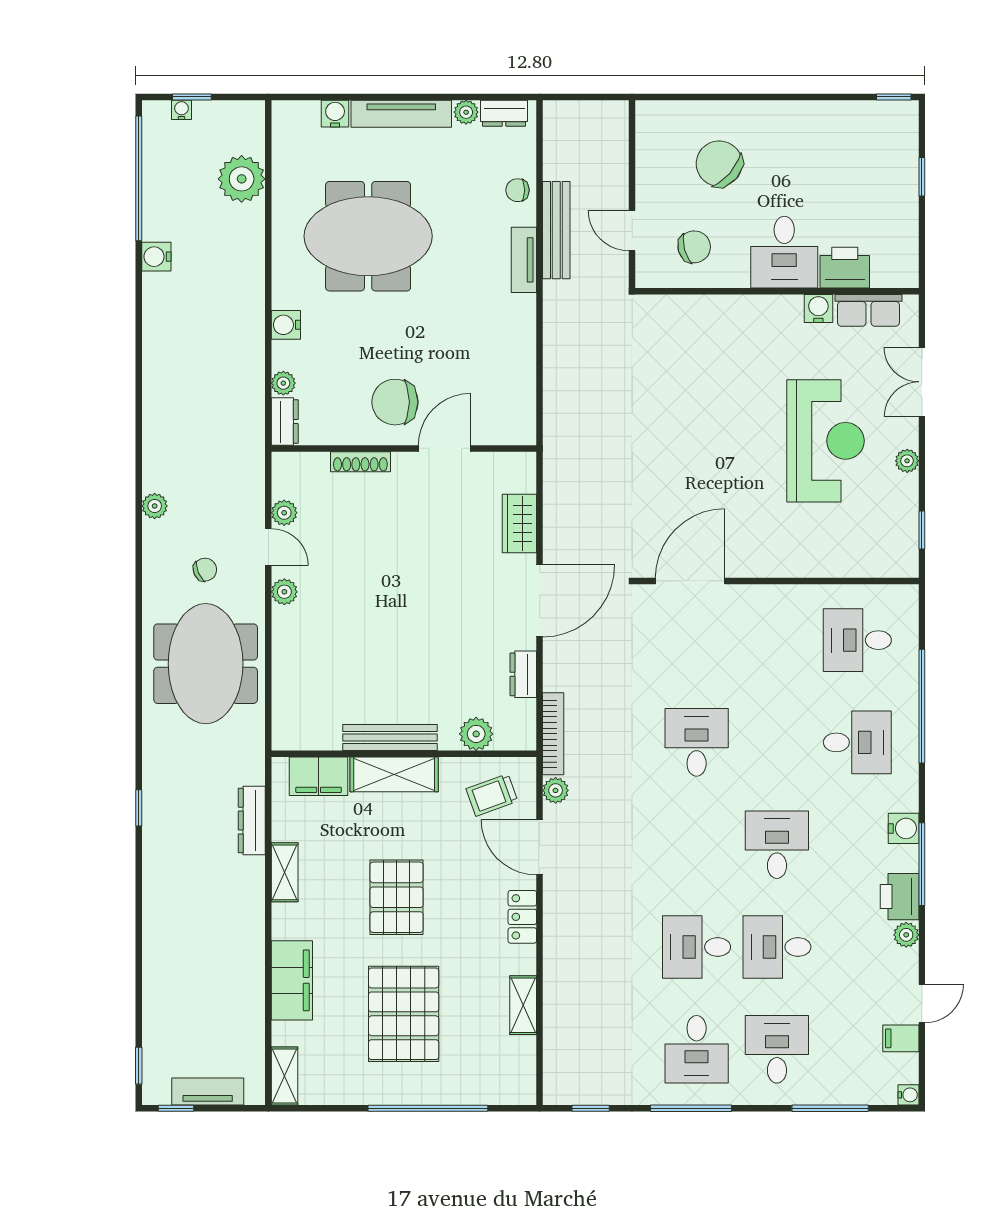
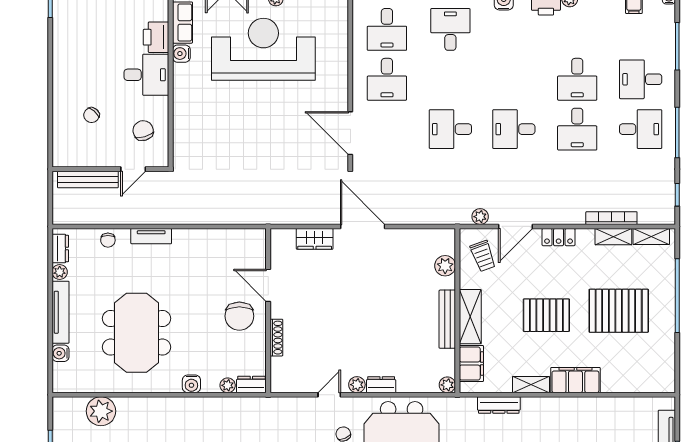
chair: (719, 164) -> (92, 115), width x0.54, depth x0.54
bench: (556, 230) -> (88, 180), moved
reception desk: (825, 441) -> (263, 49), width x1.36, depth x1.30
plant: (284, 513) -> (447, 385), moved
desk: (777, 640) -> (387, 79), added
dresser: (523, 674) -> (381, 385), moved, turned 180
bookcase: (553, 734) -> (611, 218), moved
desk: (777, 845) -> (514, 129), moved
filing cabinet: (292, 980) -> (575, 380), moved
shelving: (284, 1076) -> (651, 237), moved

